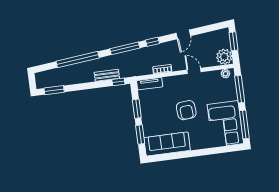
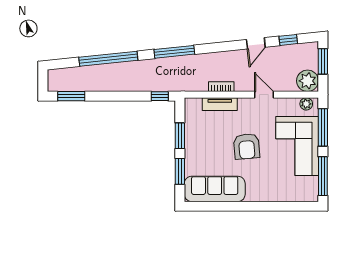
window: (153, 42) -> (288, 40), moved
bench: (107, 75) -> (145, 85), removed
tv unit: (150, 84) -> (220, 104), moved
corner sofa: (225, 124) -> (297, 146), moved

